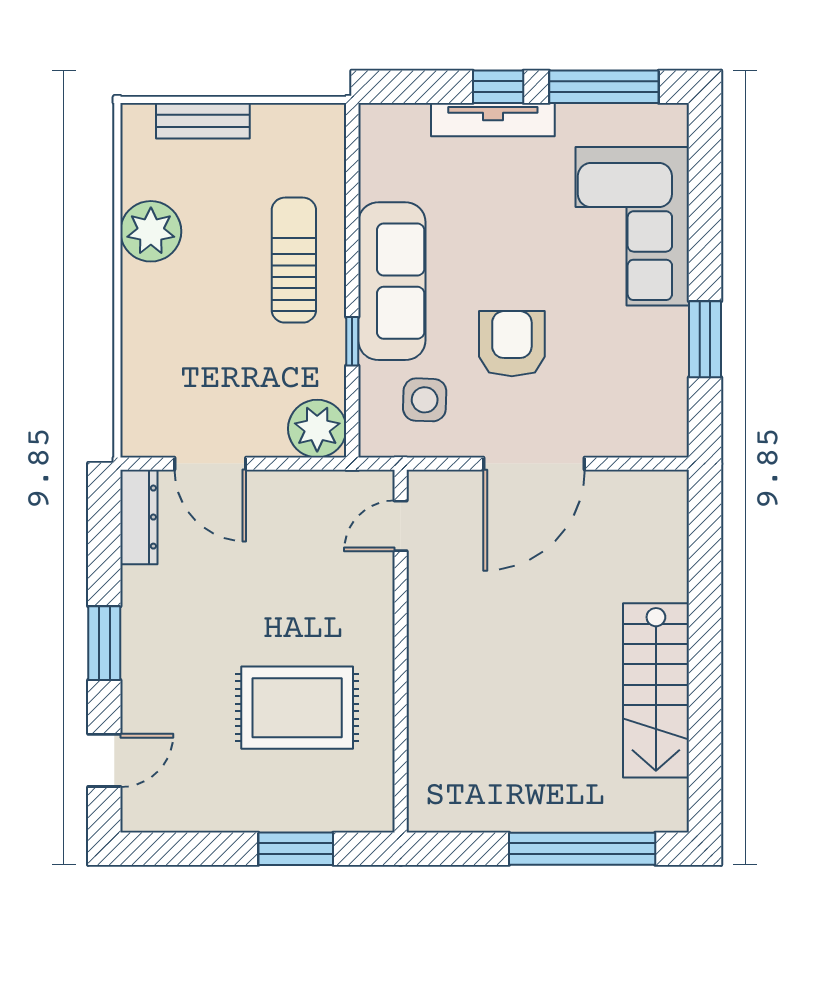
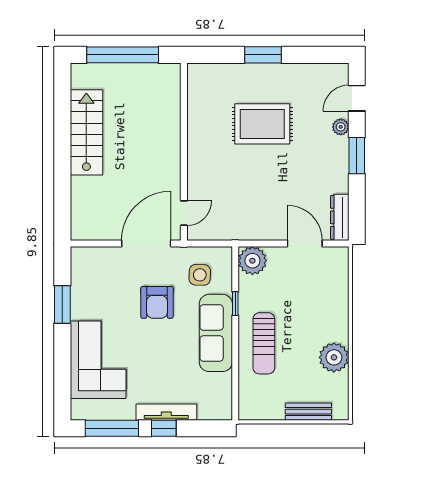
door: (401, 526) -> (184, 213), moved
wall: (401, 651) -> (184, 152), moved
plant: (137, 702) -> (341, 127), added

